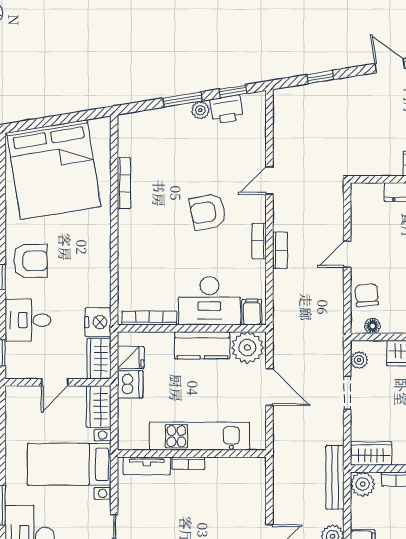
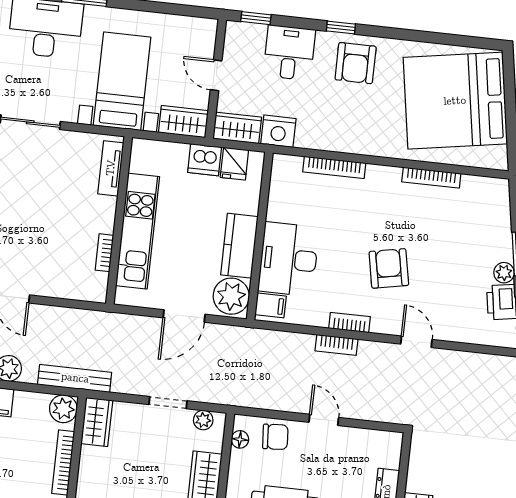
bookcase: (149, 318) -> (334, 167), moved, turned 90
bookcase: (188, 463) -> (104, 253), moved

